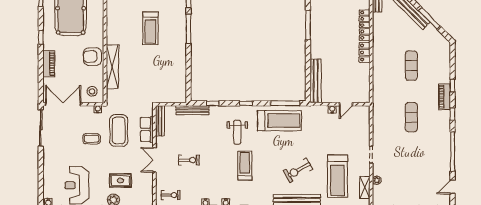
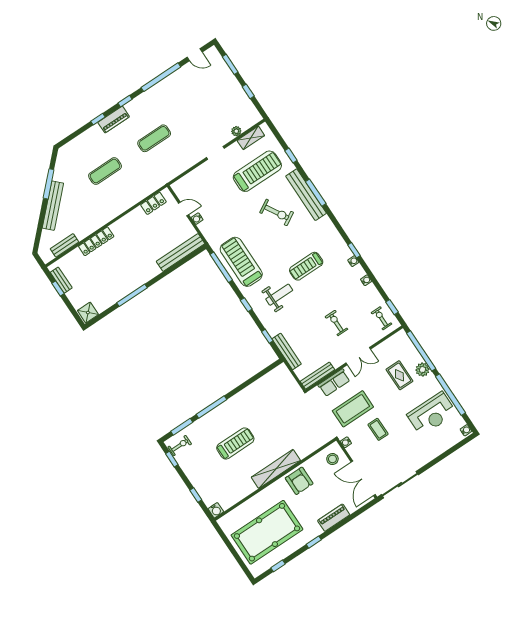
locker: (364, 52) -> (153, 203), moved
shelving: (112, 67) -> (276, 469), moved

